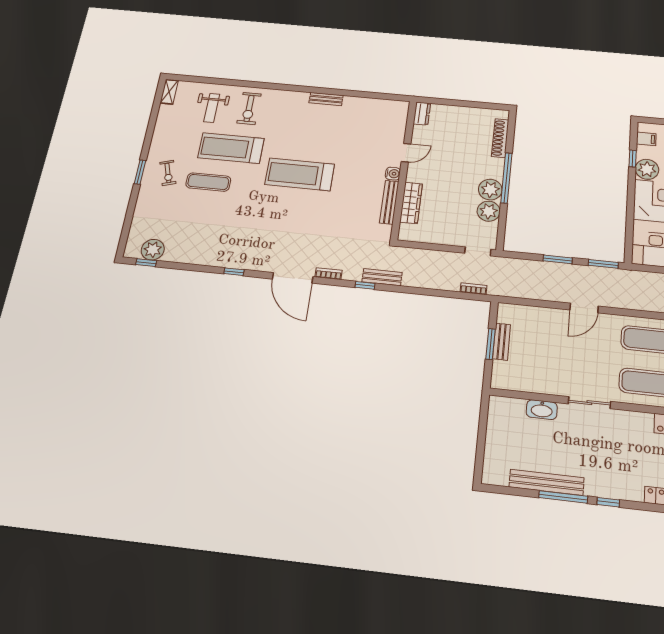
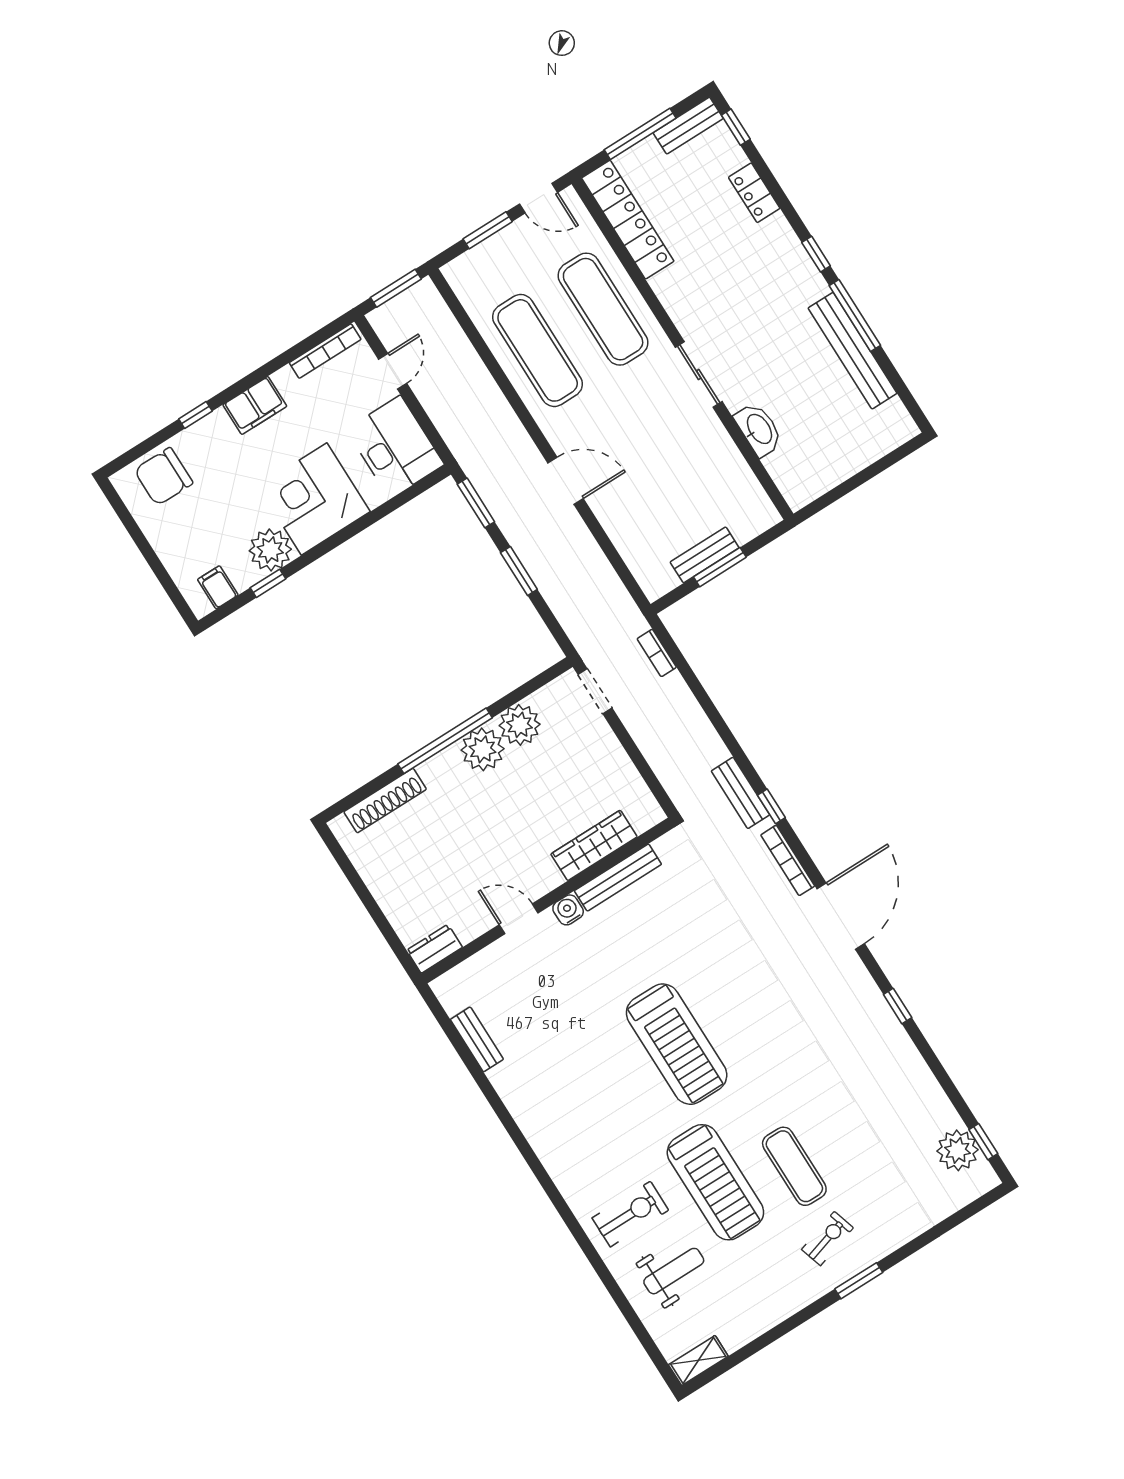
bench: (326, 99) -> (477, 1039), moved
bookcase: (329, 274) -> (788, 860), width x1.56

